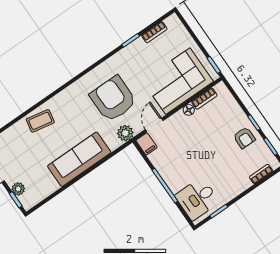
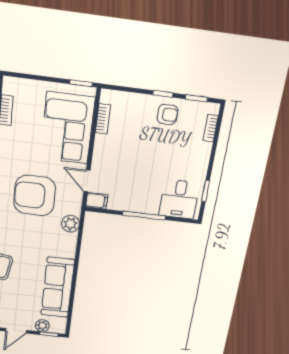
floor lamp: (189, 110) -> (100, 141), removed
plant: (125, 133) -> (71, 224), moved
sofa: (79, 159) -> (58, 287), moved

